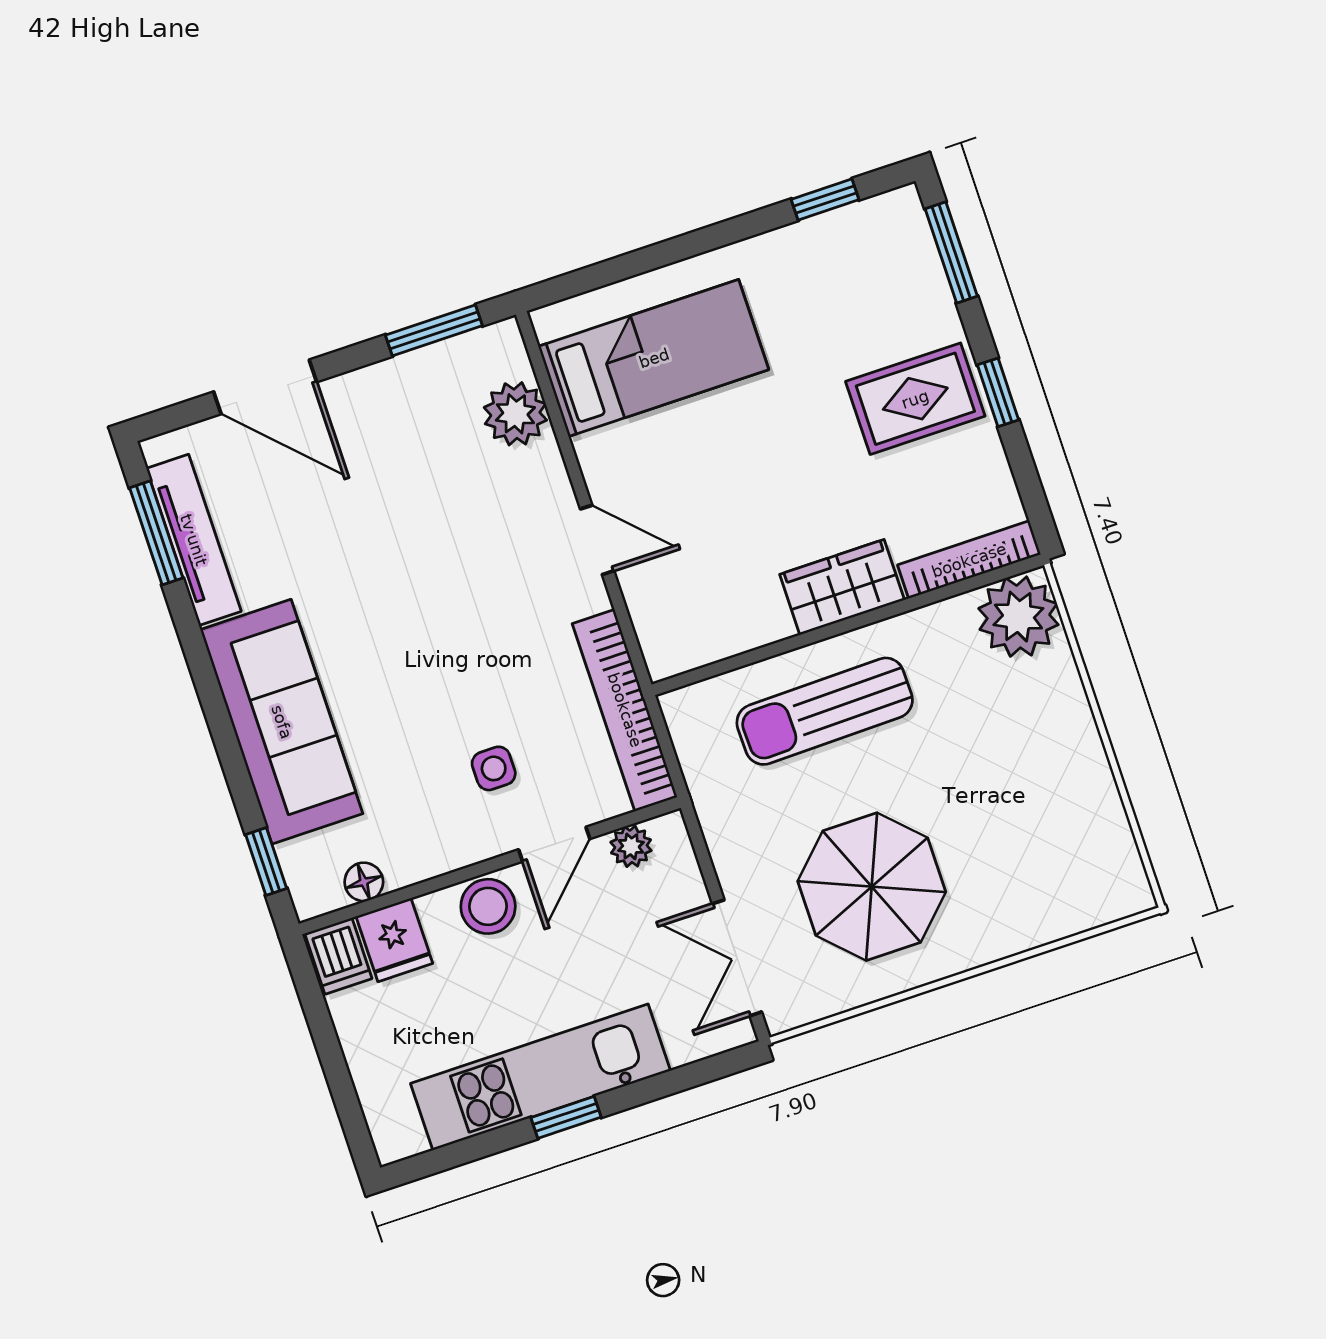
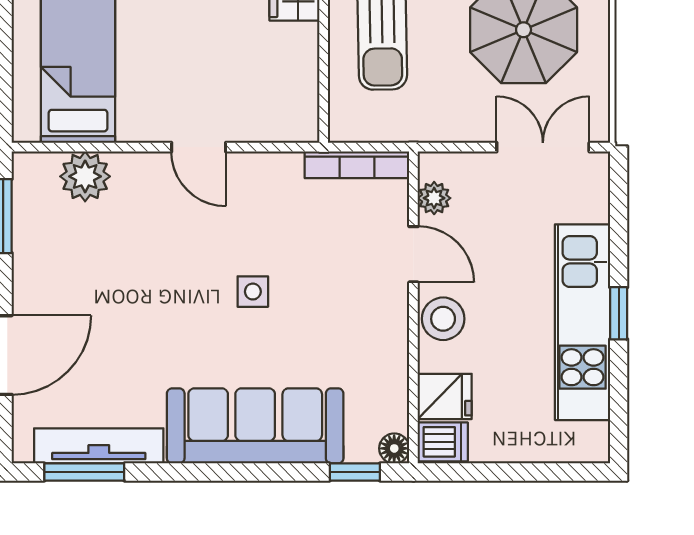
door: (597, 540) -> (199, 147), swing flipped
bookcase: (625, 710) -> (357, 165), width x0.68, depth x0.76
side table: (494, 768) -> (253, 292), moved
floor lamp: (364, 882) -> (394, 448), moved
double door: (737, 958) -> (543, 147), swing flipped

